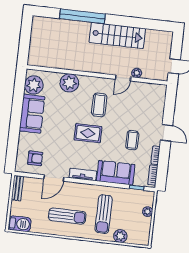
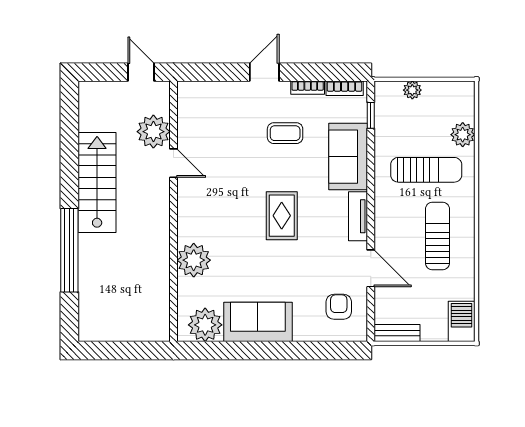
plant: (137, 73) -> (153, 132), width x1.87, depth x1.87
coffee table: (99, 105) -> (228, 201), removed

